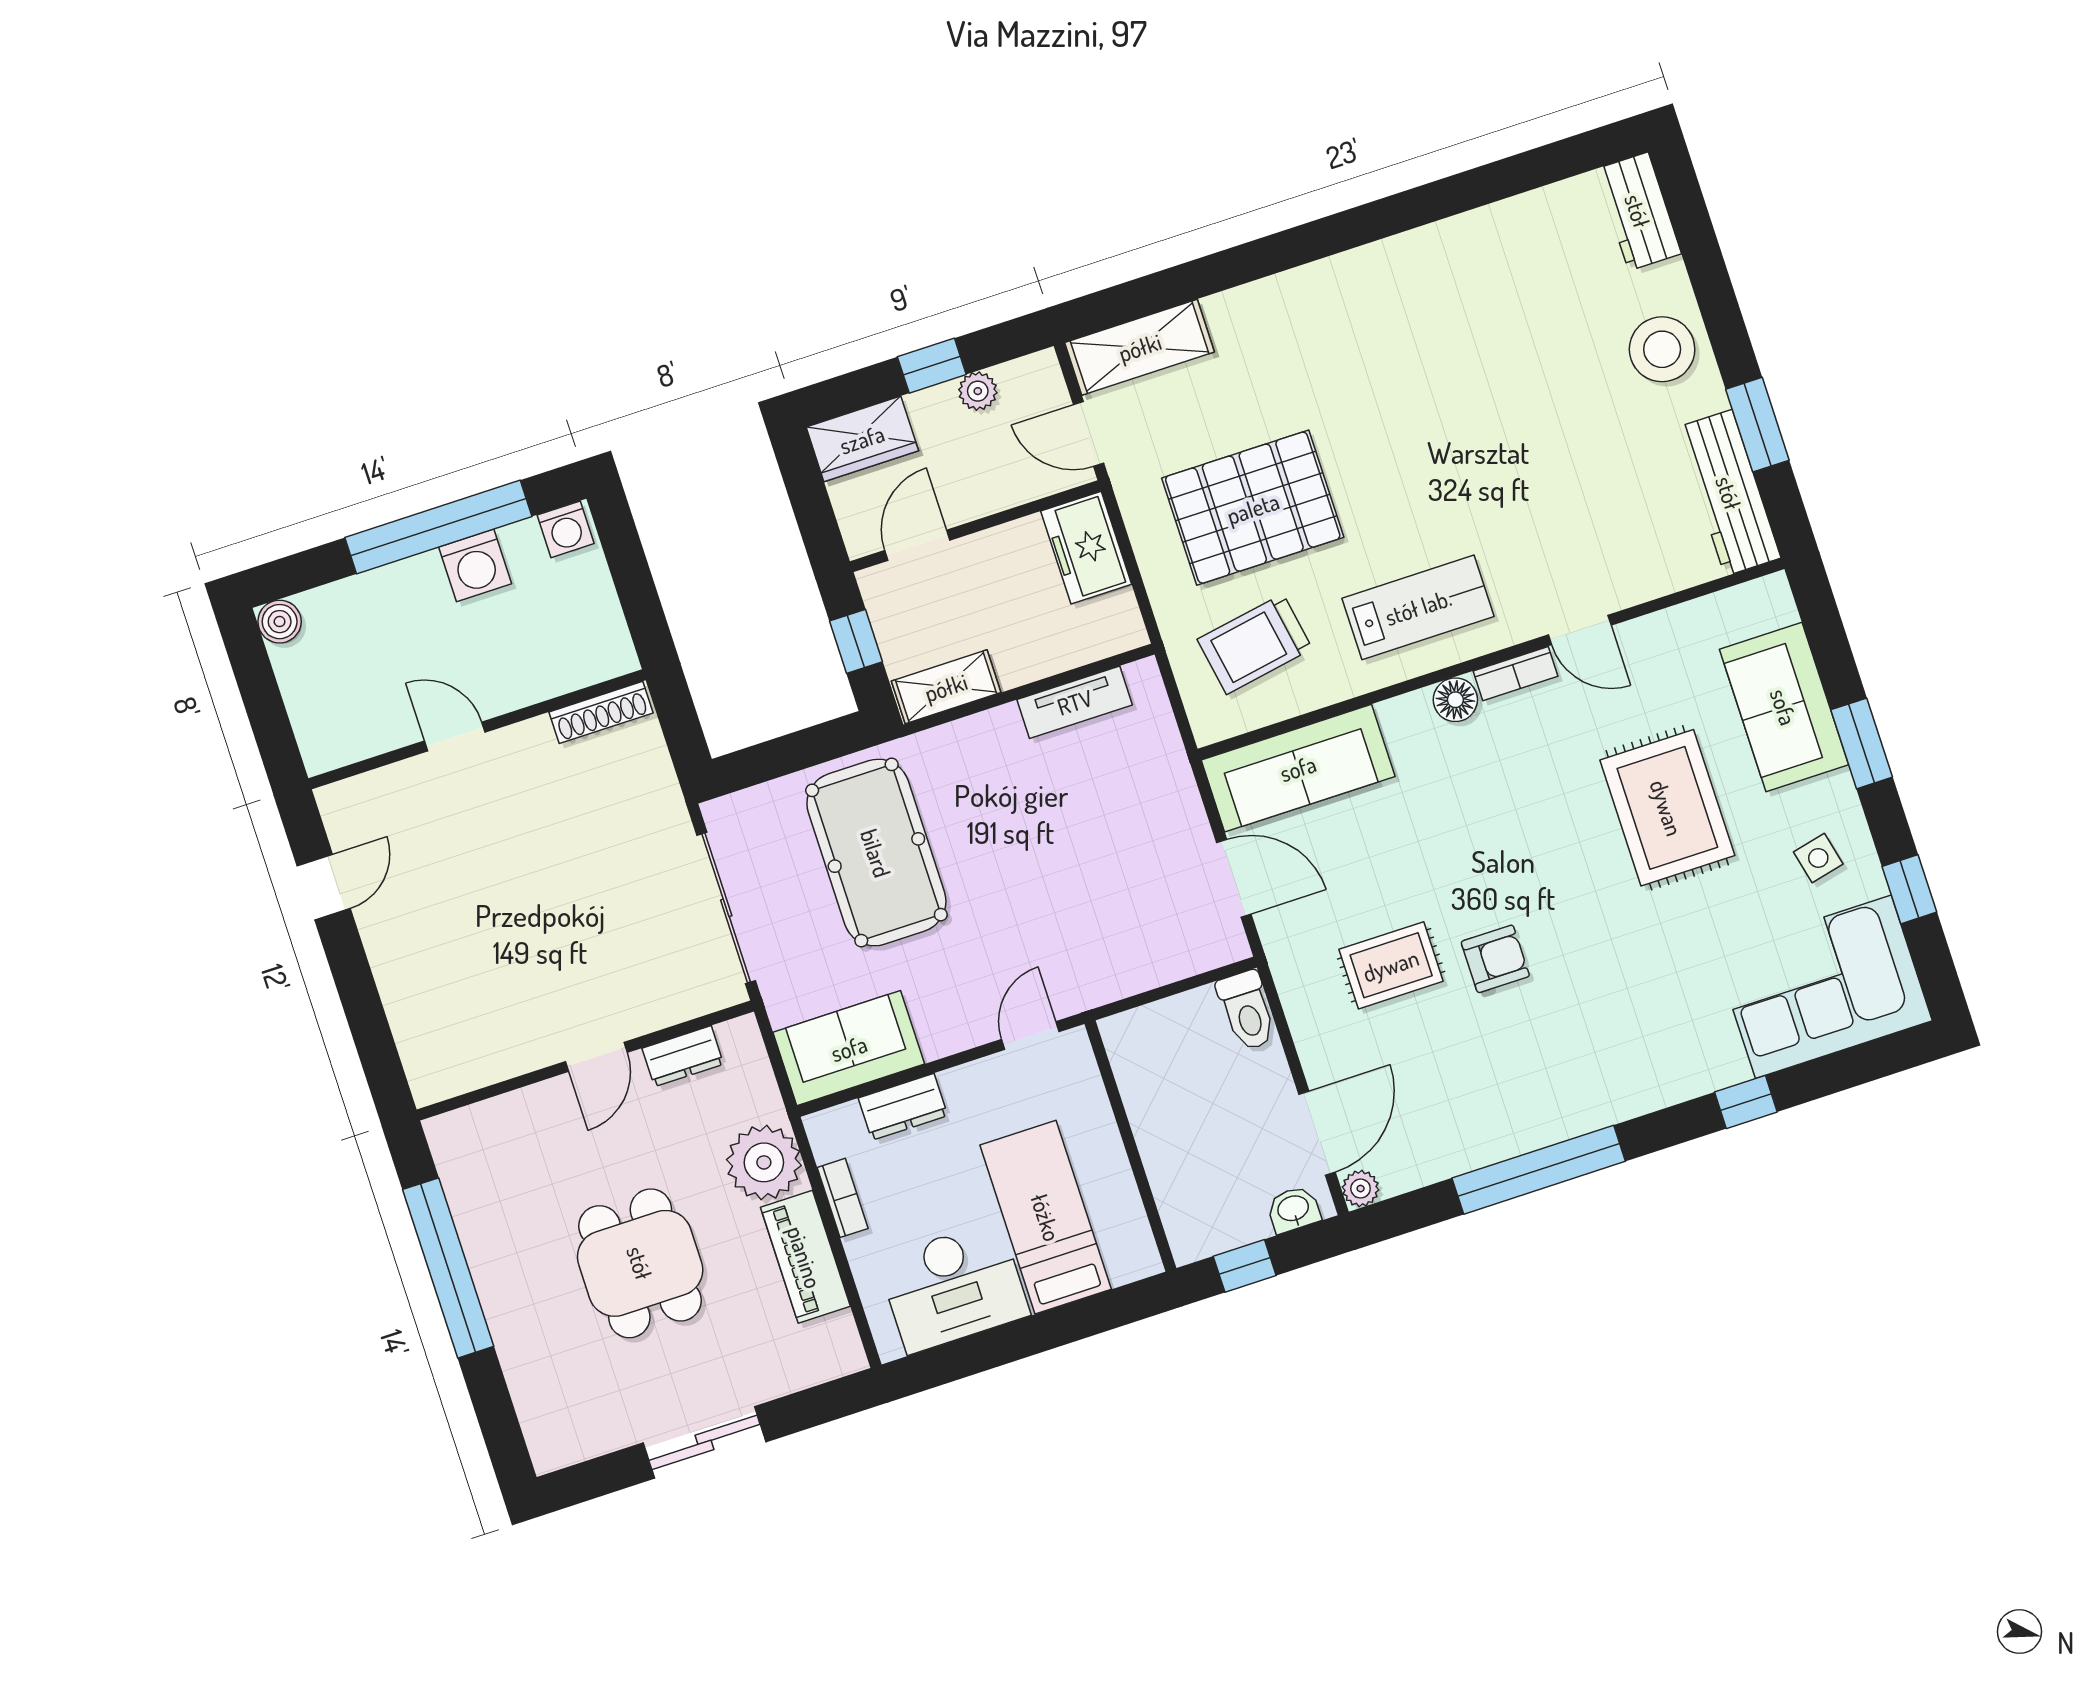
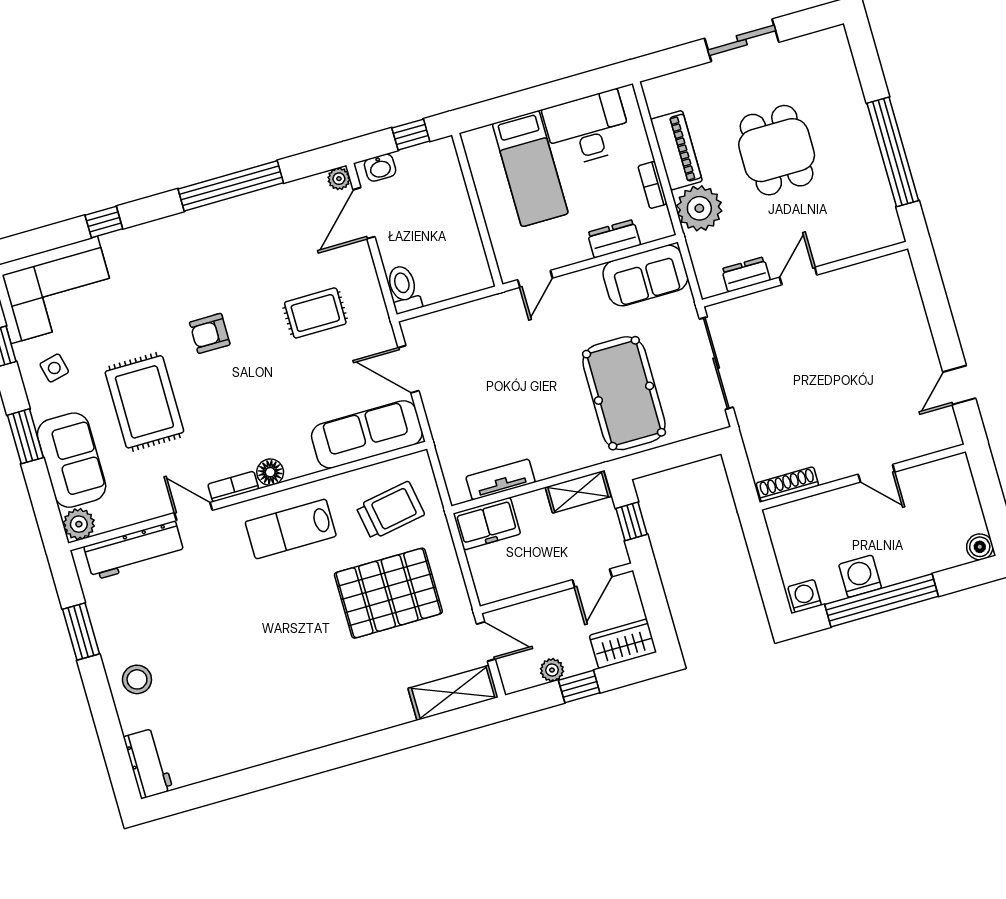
stool: (1662, 349) -> (137, 679), width x0.73, depth x0.73
workbench: (1729, 493) -> (134, 550), moved, turned 90
freezer: (1086, 548) -> (487, 524), moved, turned 90
plant: (1768, 602) -> (79, 524), added
armchair: (1495, 959) -> (210, 333), moved

